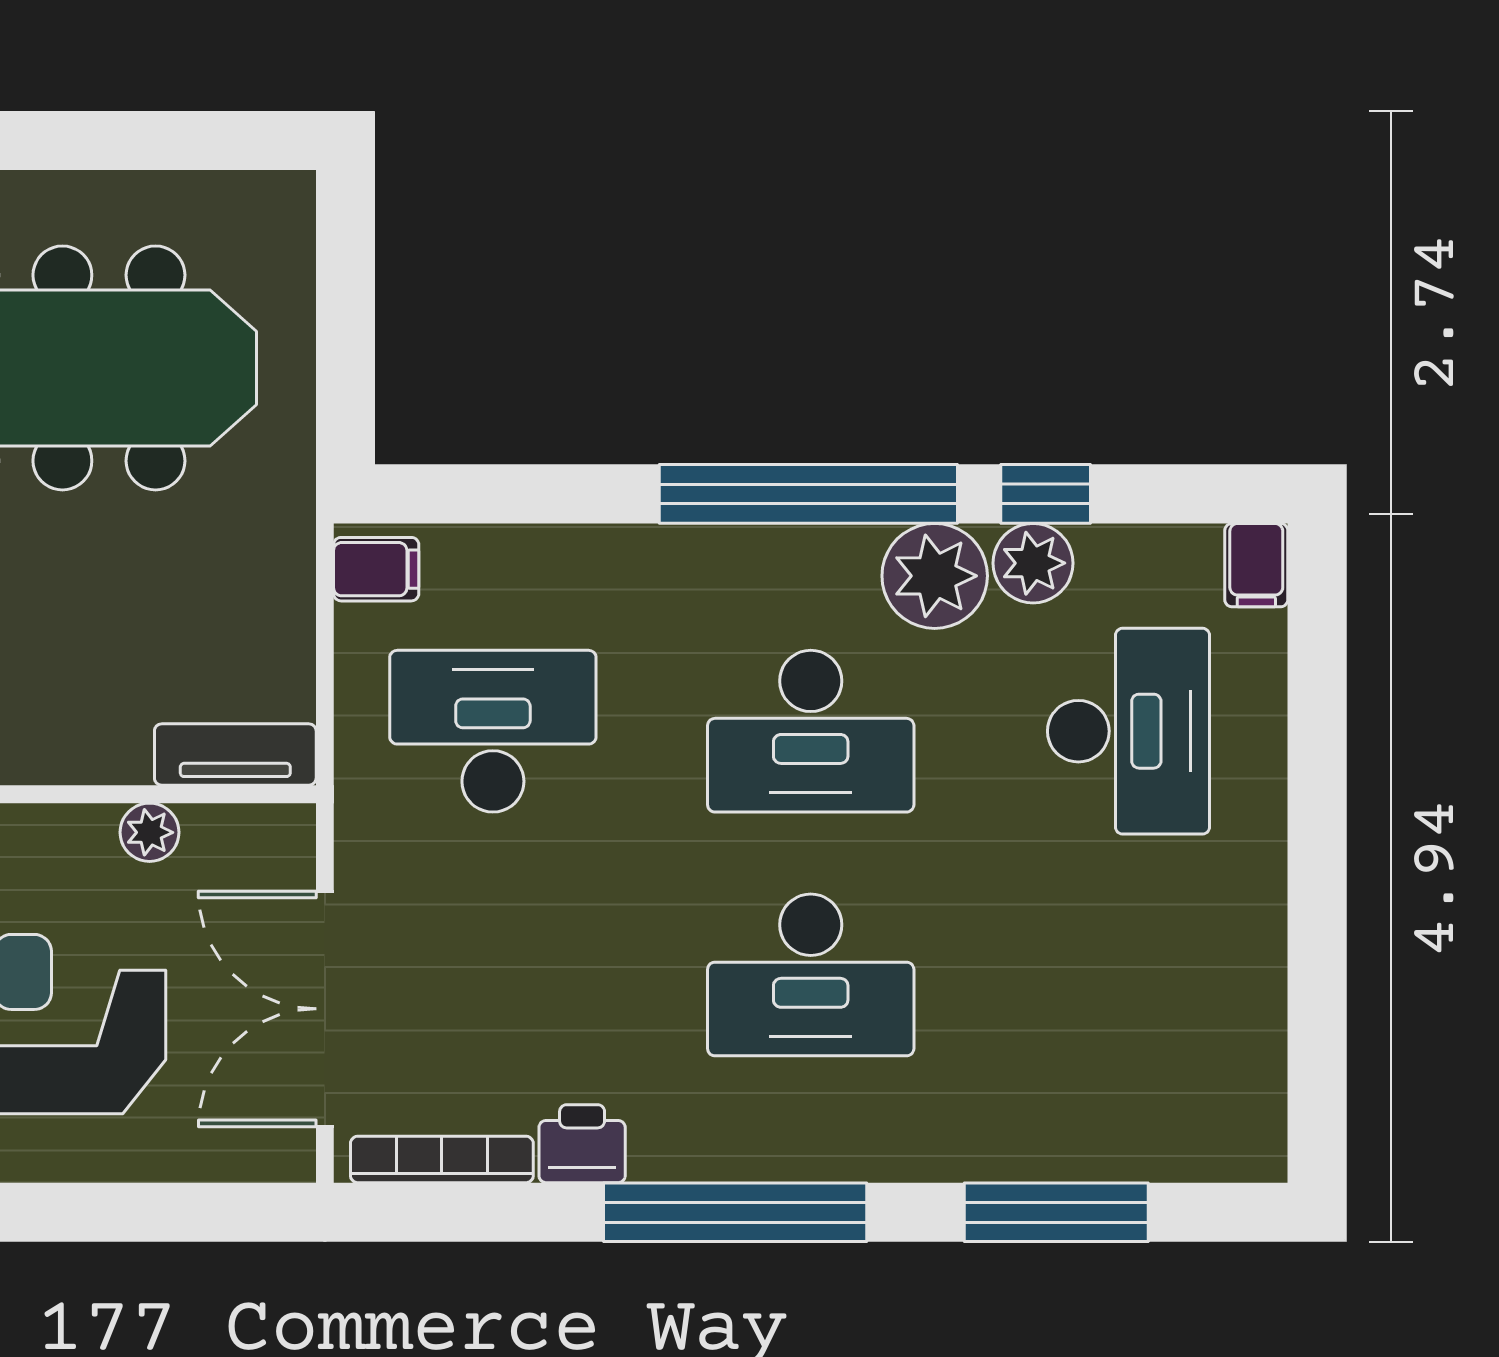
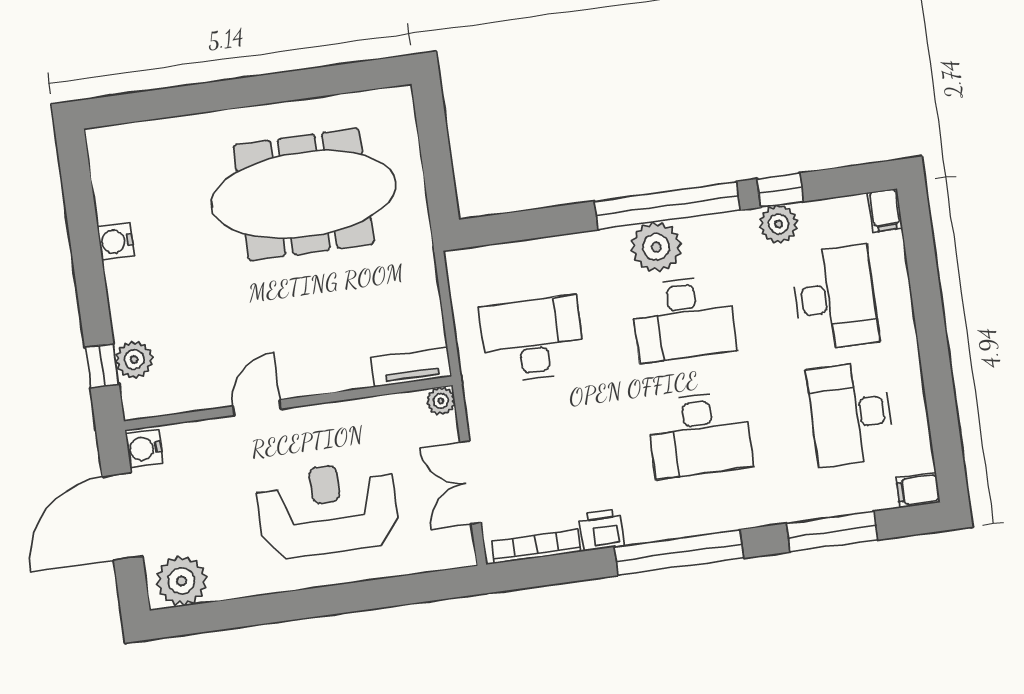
filing cabinet: (376, 569) -> (918, 490), moved, turned 180
plant: (935, 576) -> (656, 247), moved
plant: (150, 832) -> (441, 401), moved
desk: (1129, 975) -> (851, 414), added
double door: (325, 1009) -> (471, 482), width x0.73

